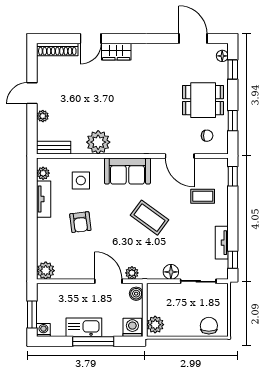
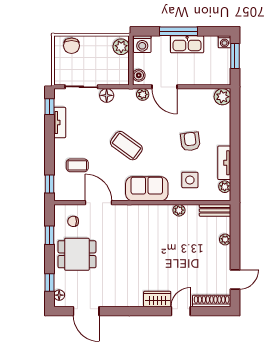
door: (32, 93) -> (235, 280), moved
plant: (98, 142) -> (179, 210), width x0.53, depth x0.53

